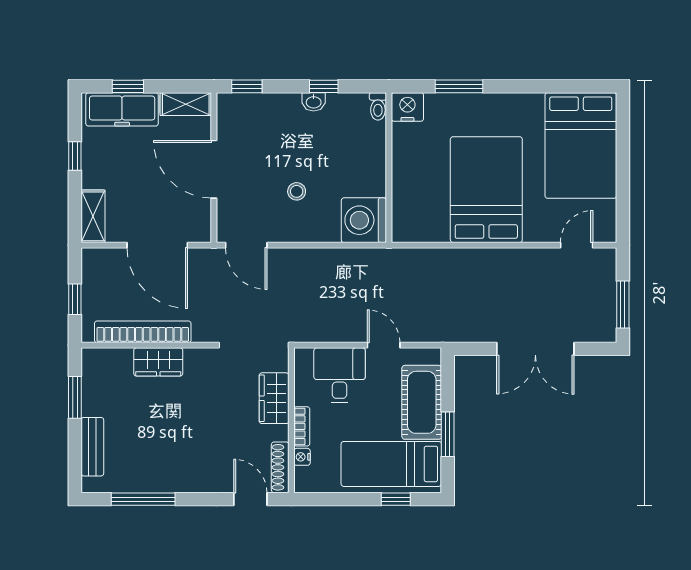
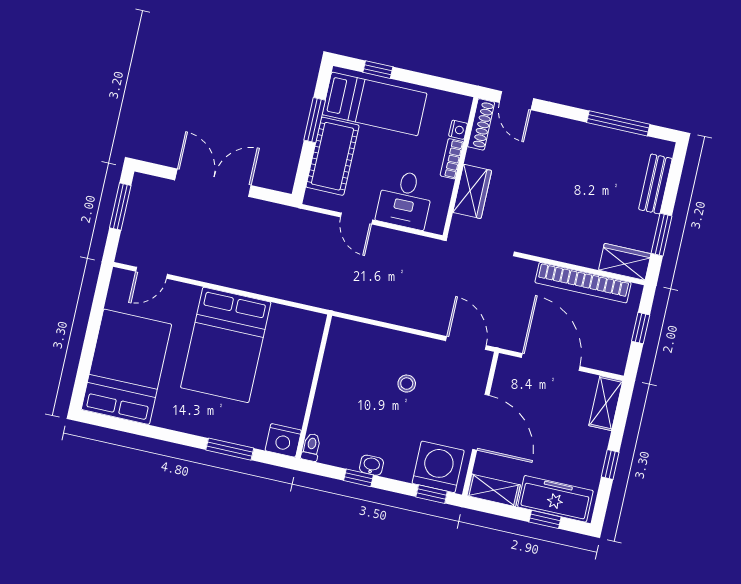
washing machine: (364, 220) -> (438, 467), moved, turned -90
wardrobe: (158, 362) -> (625, 262), moved

